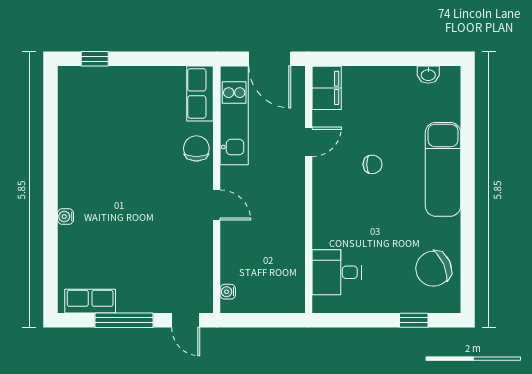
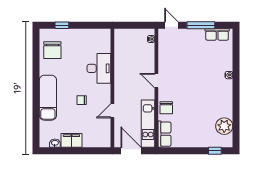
filing cabinet: (327, 88) -> (71, 140), moved, turned 90
plant: (75, 110) -> (224, 126), added
chair: (434, 269) -> (52, 50), turned 114
desk: (337, 272) -> (99, 68), moved, width x1.37

